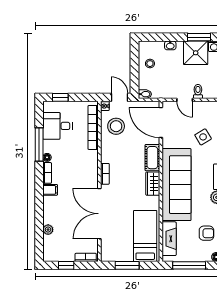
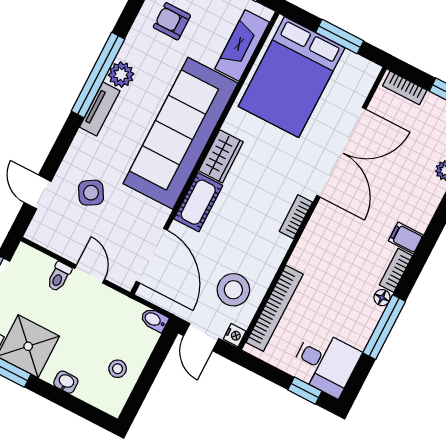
desk: (58, 126) -> (325, 363), moved
bed: (145, 236) -> (292, 77), width x1.50

